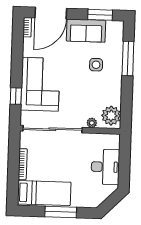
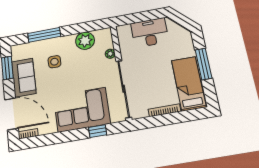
plant: (111, 116) -> (85, 41), moved

